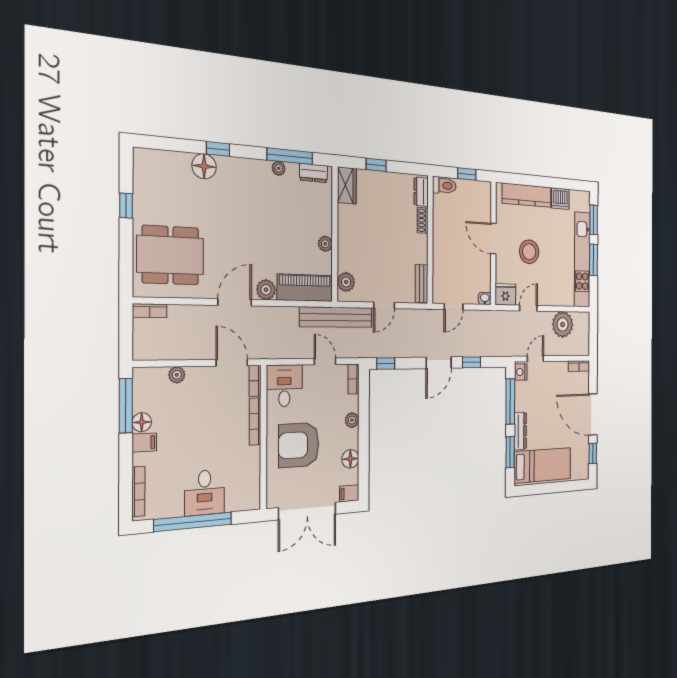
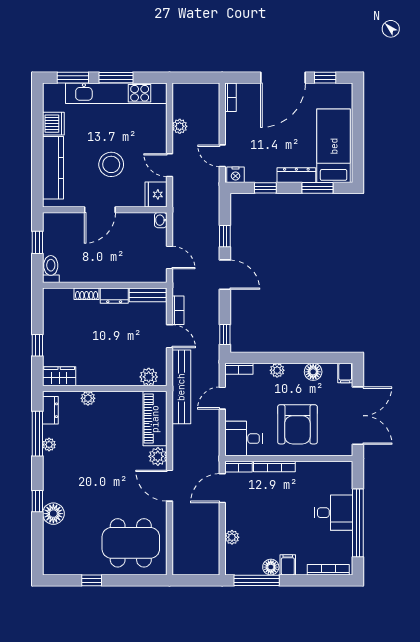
dresser: (421, 192) -> (114, 296), moved
plant: (325, 244) -> (88, 398), moved
dining table: (170, 255) -> (131, 543), turned 90
bookcase: (150, 311) -> (178, 310), moved
plant: (563, 324) -> (180, 126), width x0.53, depth x0.53
window: (510, 401) -> (265, 188), width x0.46

